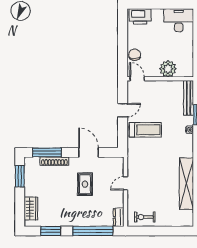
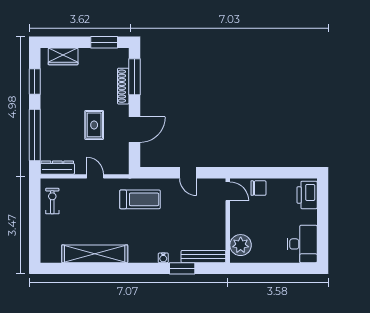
plant: (168, 69) -> (241, 245), moved
door: (137, 79) -> (228, 191), hinge flipped
treadmill: (145, 130) -> (140, 199), moved, turned -90
rug: (85, 184) -> (94, 125), turned 90
dresser: (119, 217) -> (57, 168), width x1.44

